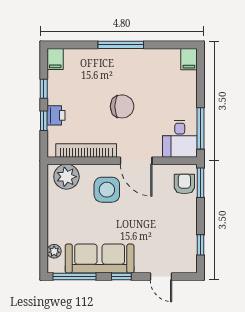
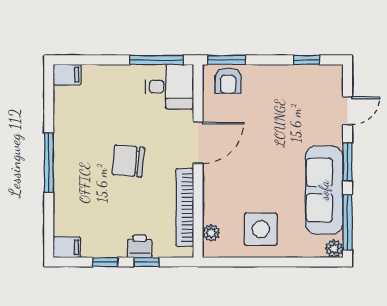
chair: (122, 106) -> (128, 161), turned -85
plant: (66, 177) -> (211, 233), width x0.53, depth x0.53
armchair: (184, 184) -> (228, 81), turned -90
side table: (107, 190) -> (261, 229), moved
plant: (54, 251) -> (334, 249), moved
window: (121, 276) -> (347, 162), width x1.50

